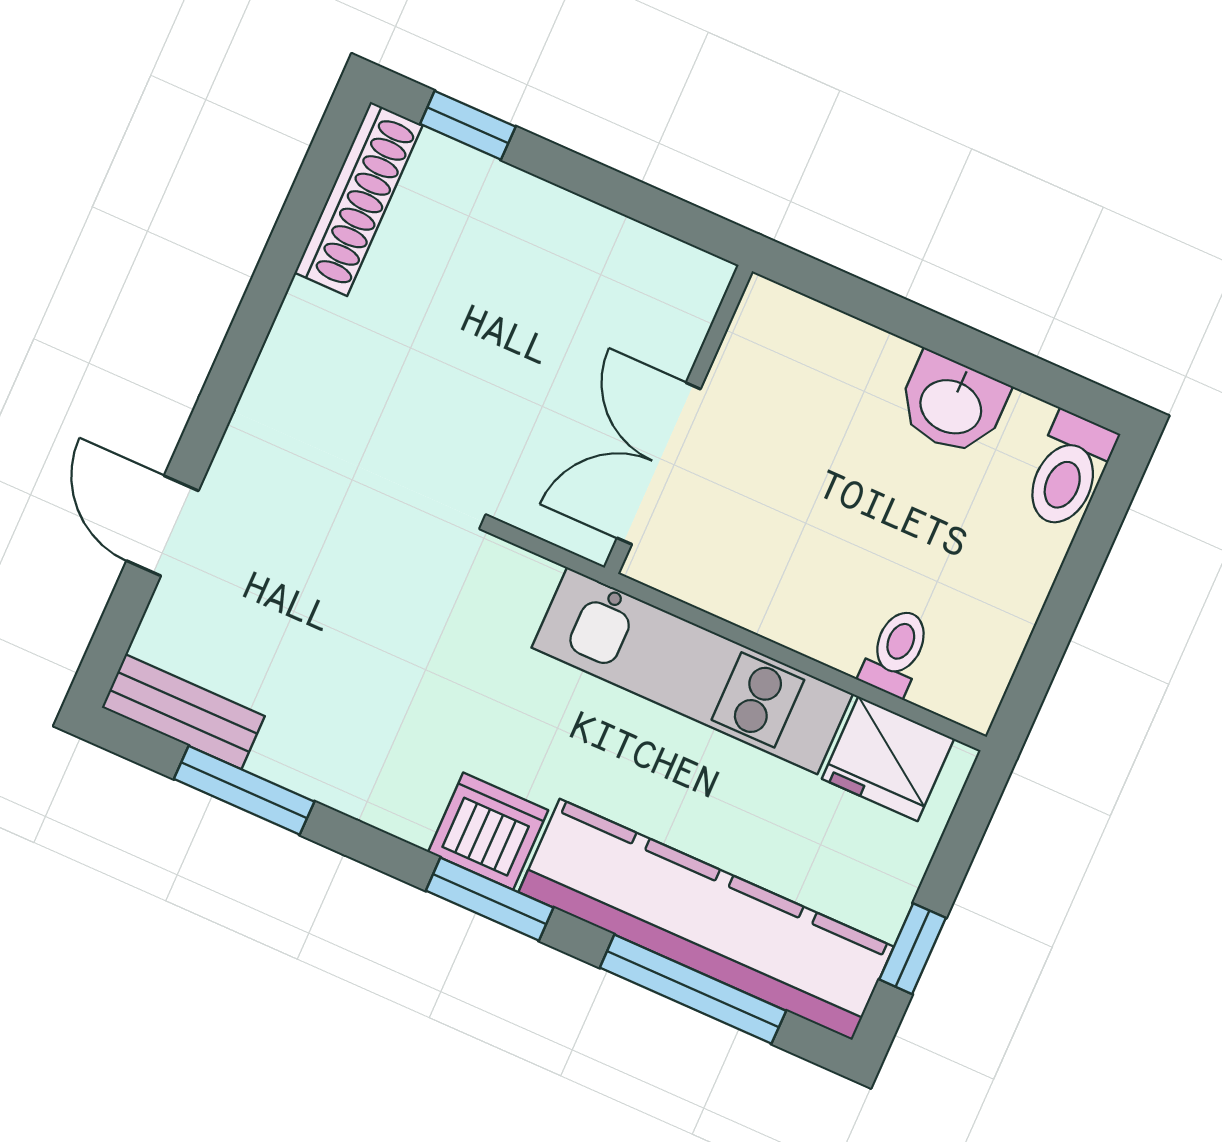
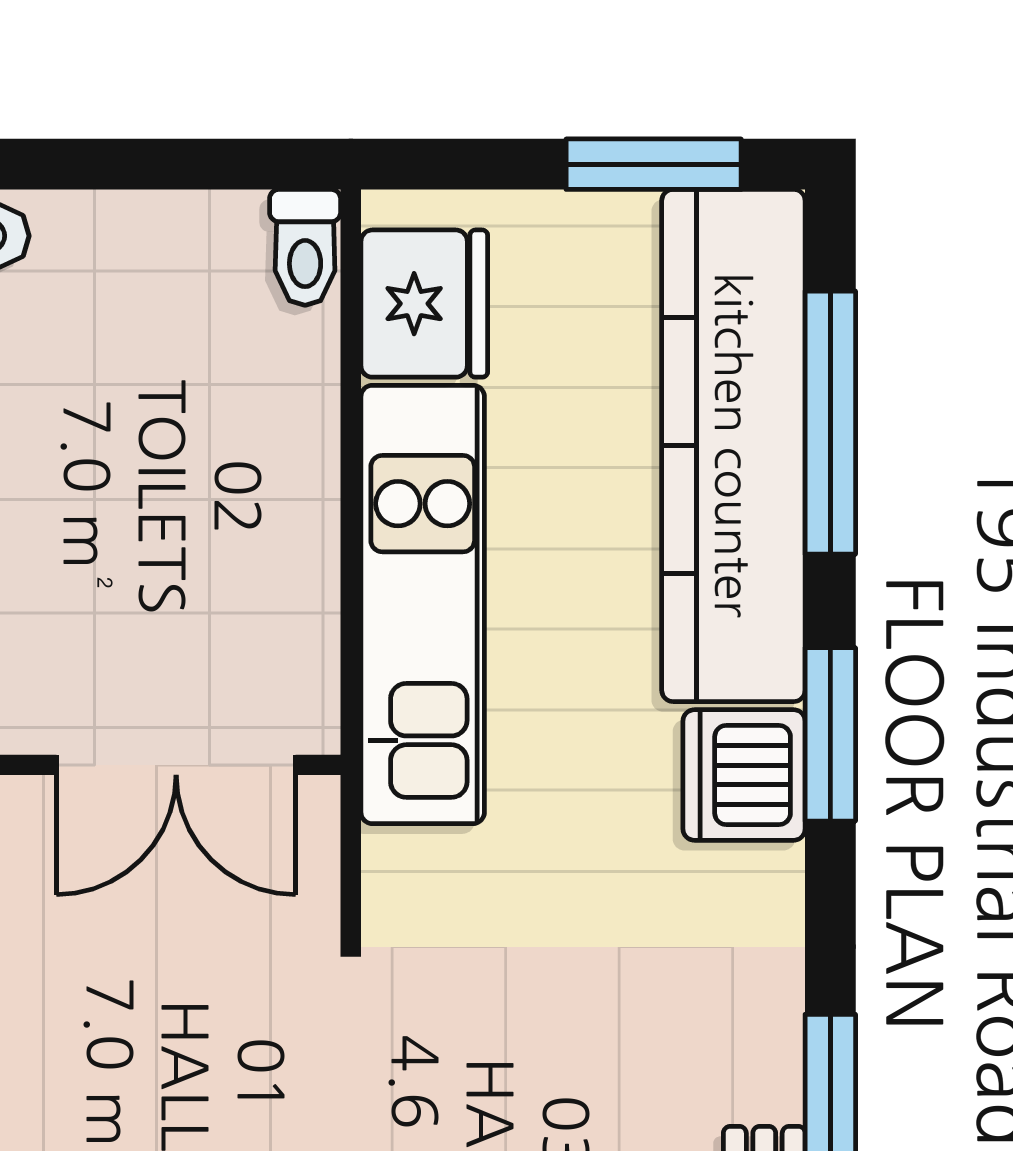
toilet: (896, 652) -> (305, 247), moved, turned -90
window: (913, 949) -> (654, 164), width x1.50

